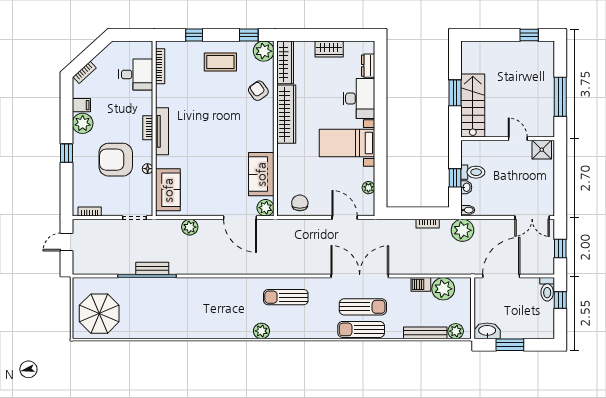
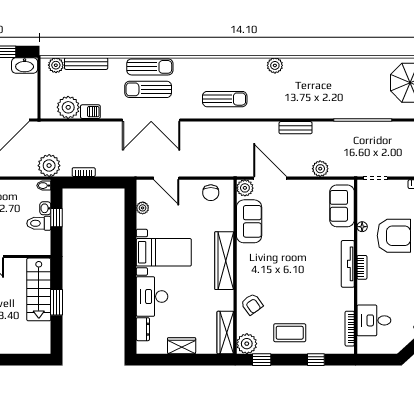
wardrobe: (286, 114) -> (224, 261), moved
bench: (152, 268) -> (296, 128), moved
plant: (261, 331) -> (275, 65), moved

